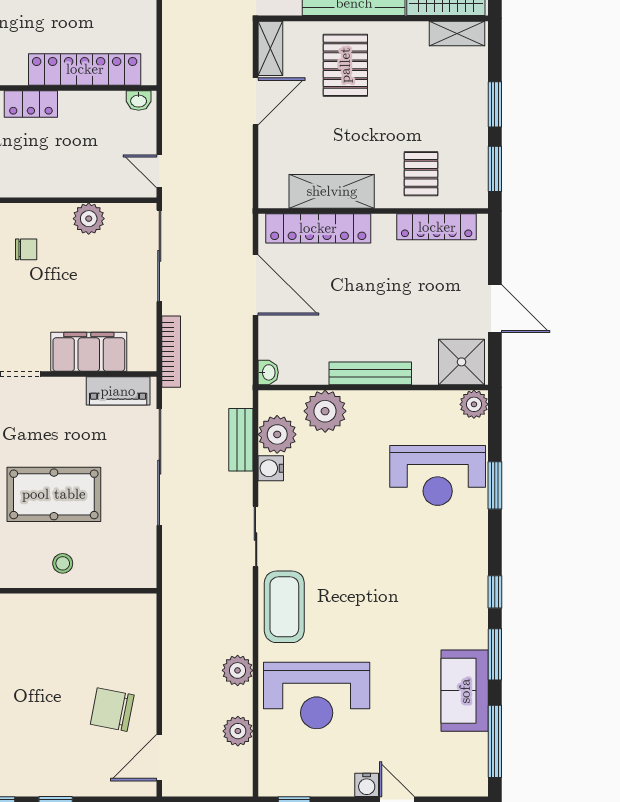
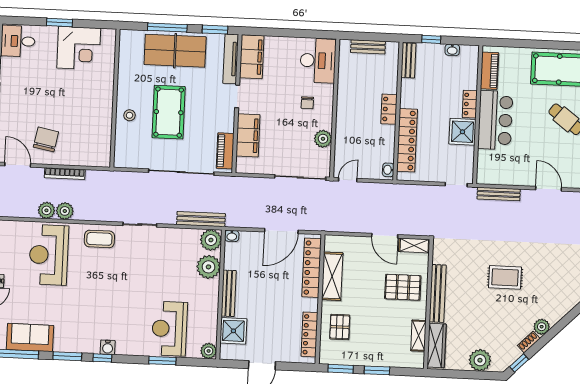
shelving: (457, 33) -> (418, 336), moved
pallet: (421, 174) -> (340, 327), turned 90
bookcase: (171, 352) -> (65, 174), moved
shower: (461, 362) -> (233, 331), moved
plant: (277, 434) -> (211, 240), moved
bench: (241, 440) -> (201, 219), width x1.36
water cooler: (271, 468) -> (108, 347), moved, turned 180
coffee table: (284, 607) -> (99, 239), width x0.73, depth x0.76
sofa: (465, 691) -> (30, 338), moved
plant: (238, 731) -> (46, 210), moved

